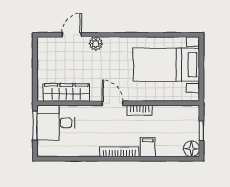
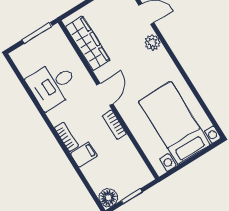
desk: (56, 123) -> (53, 85), moved, turned -90
bookcase: (119, 152) -> (67, 137), width x0.64

